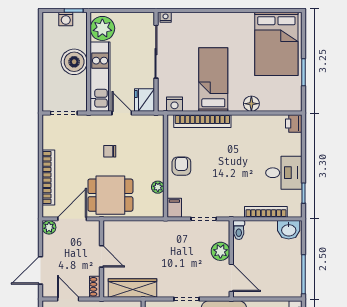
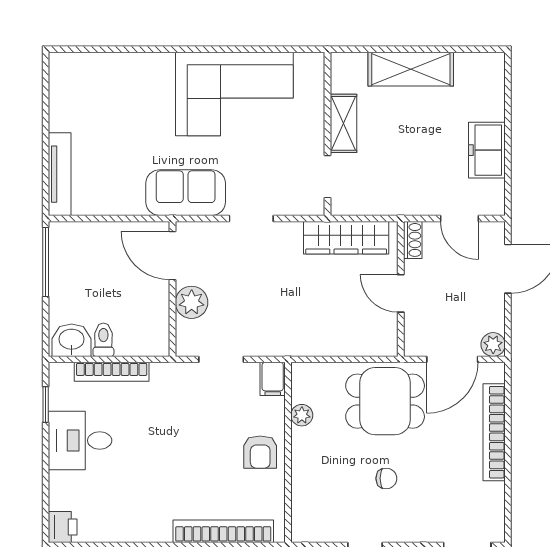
toilet: (239, 230) -> (103, 340), moved

